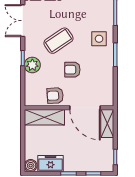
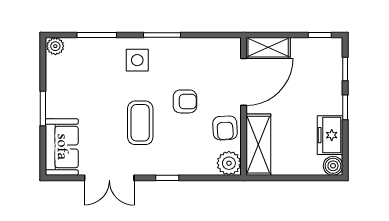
coffee table: (58, 41) -> (140, 123), turned 34
plant: (32, 65) -> (229, 163), moved
armchair: (72, 70) -> (185, 101), turned -90

